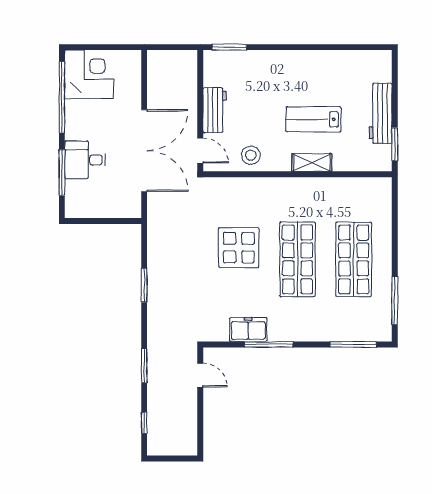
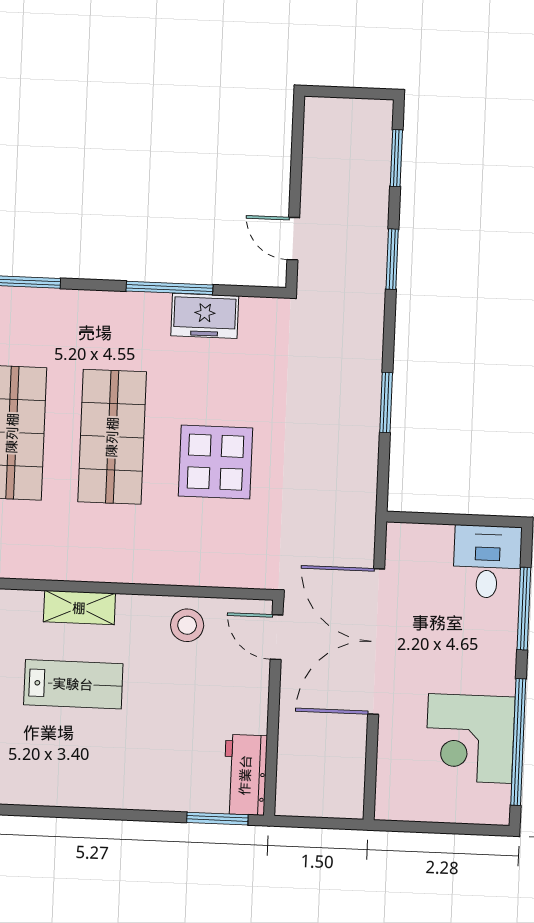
corner desk: (89, 74) -> (470, 738), moved
workbench: (215, 110) -> (245, 775), moved
desk: (85, 160) -> (487, 562), moved, turned -90
window: (144, 423) -> (396, 158), width x1.50

